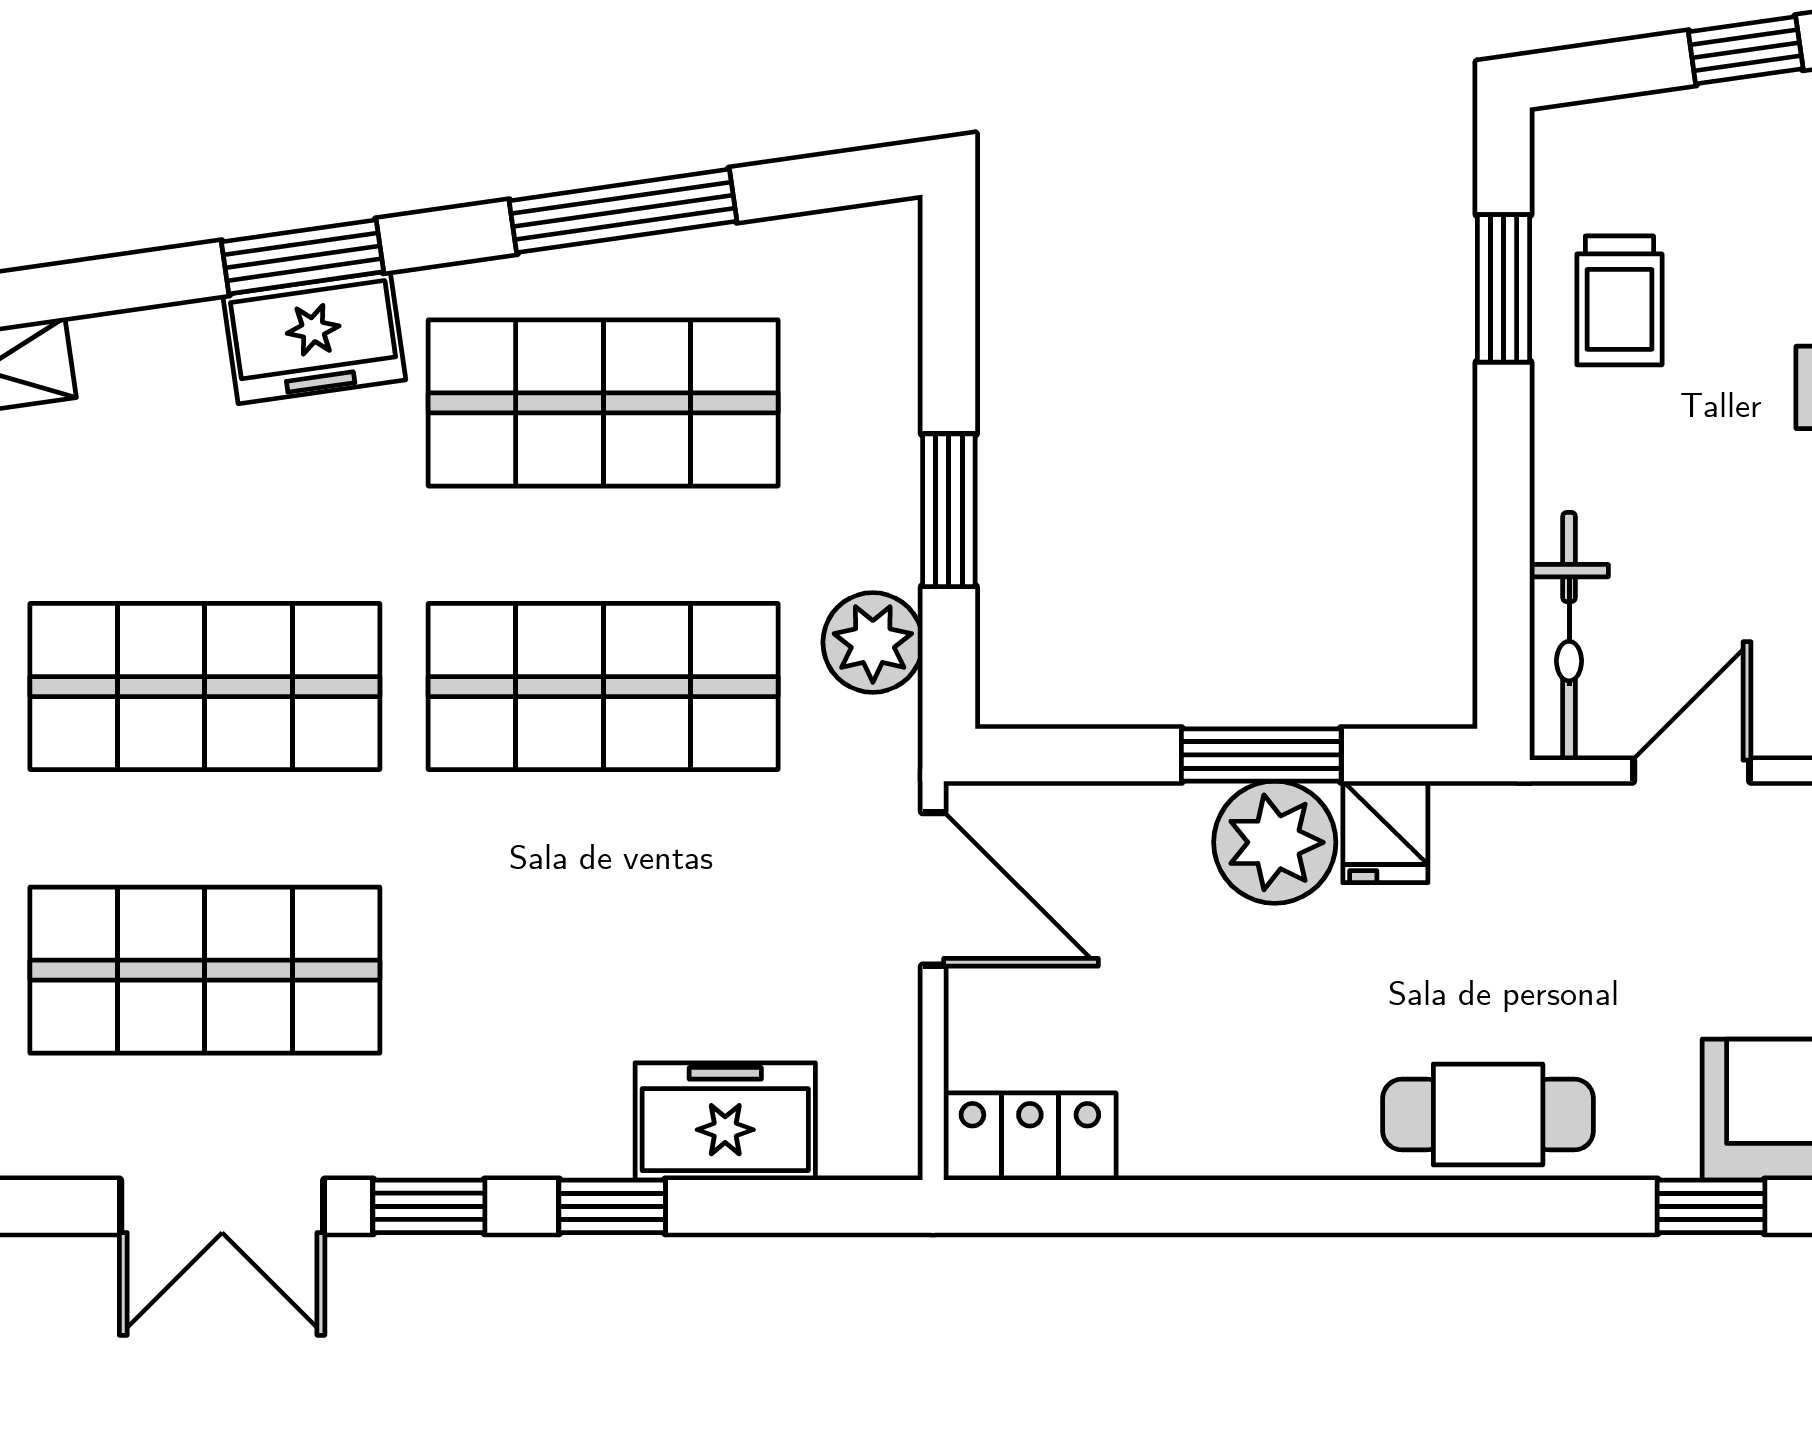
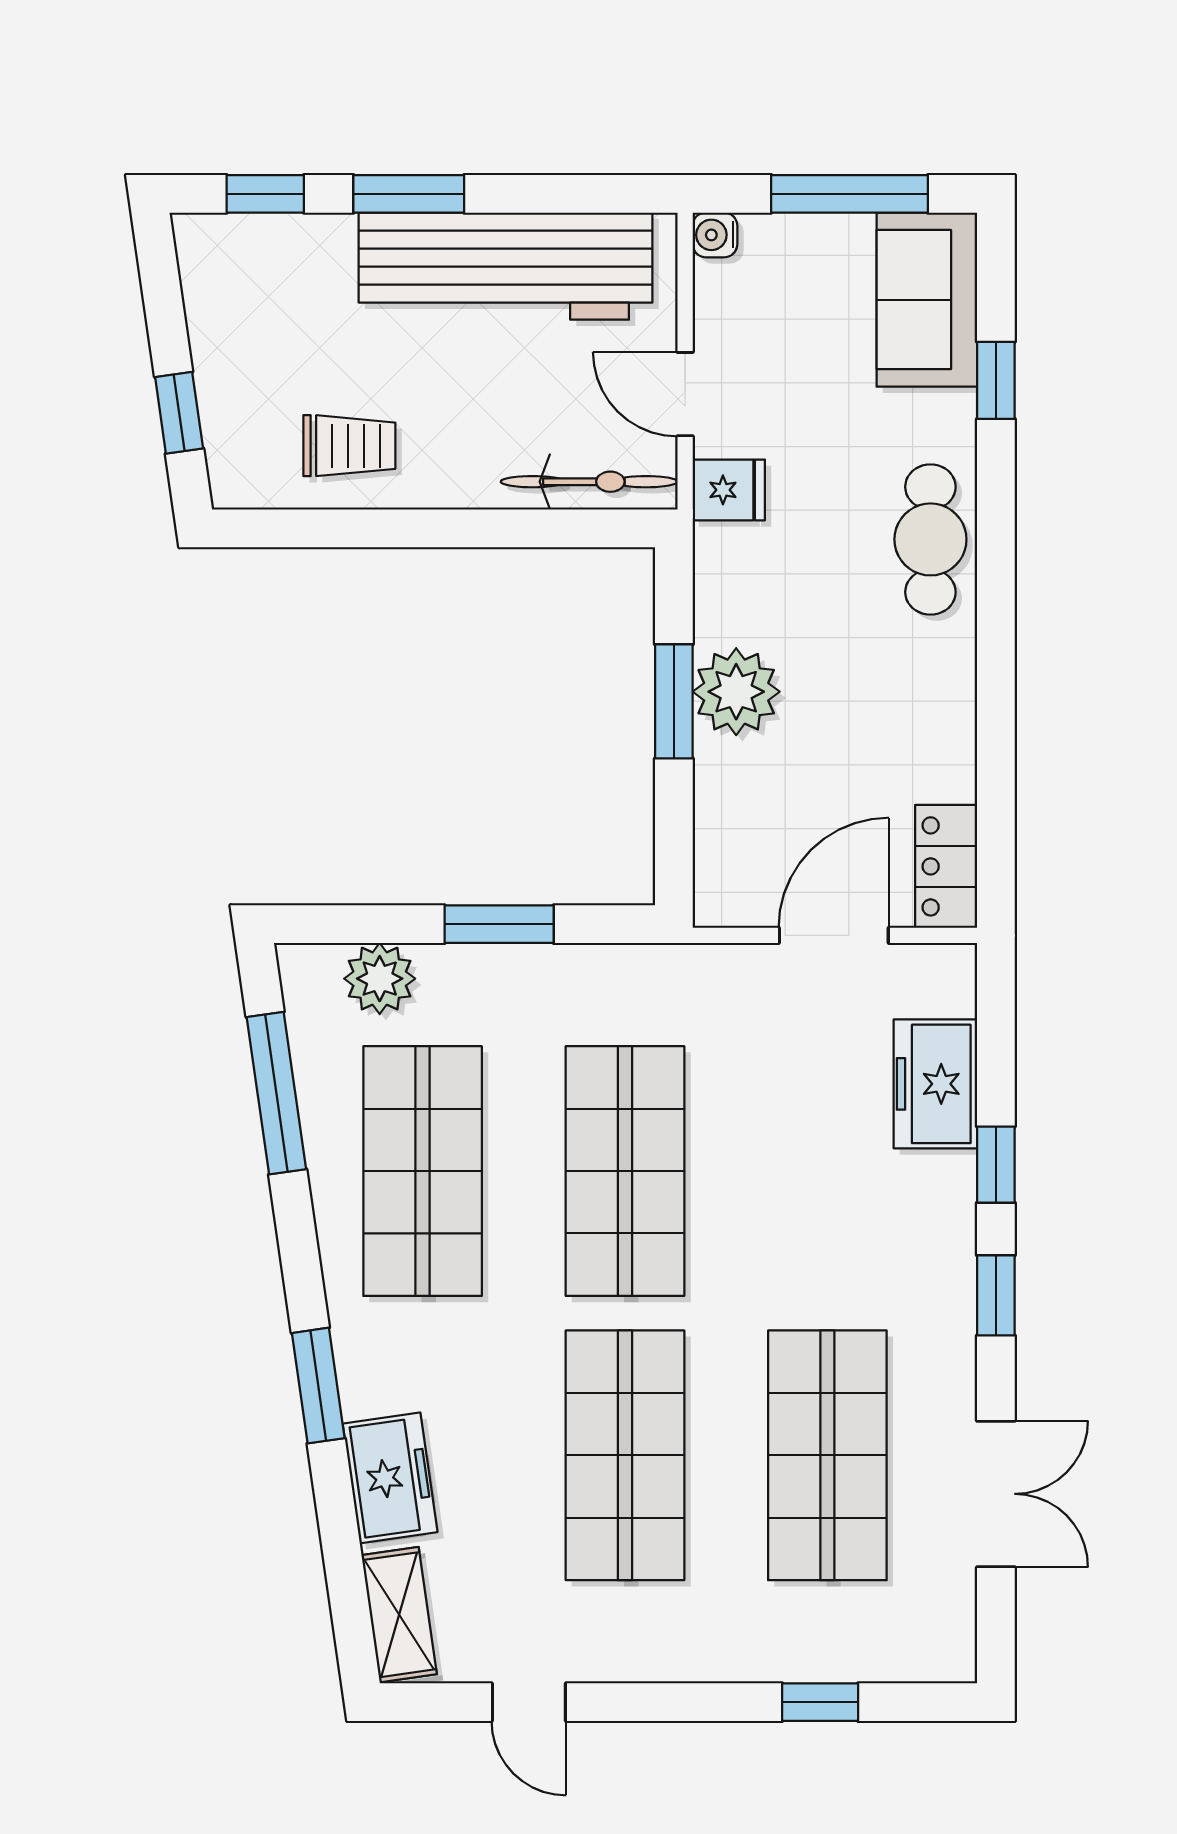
window: (1746, 50) -> (179, 413), moved
window: (623, 211) -> (276, 1093), moved
window: (1503, 288) -> (341, 528), removed
freezer: (314, 337) -> (390, 1478), moved
plant: (873, 642) -> (380, 979), moved
fridge: (1385, 832) -> (729, 490), moved
door: (933, 889) -> (834, 935), moved
double door: (222, 1206) -> (996, 1494), moved

